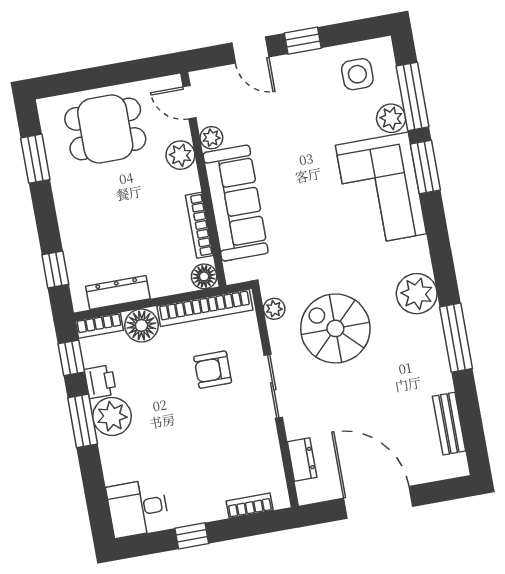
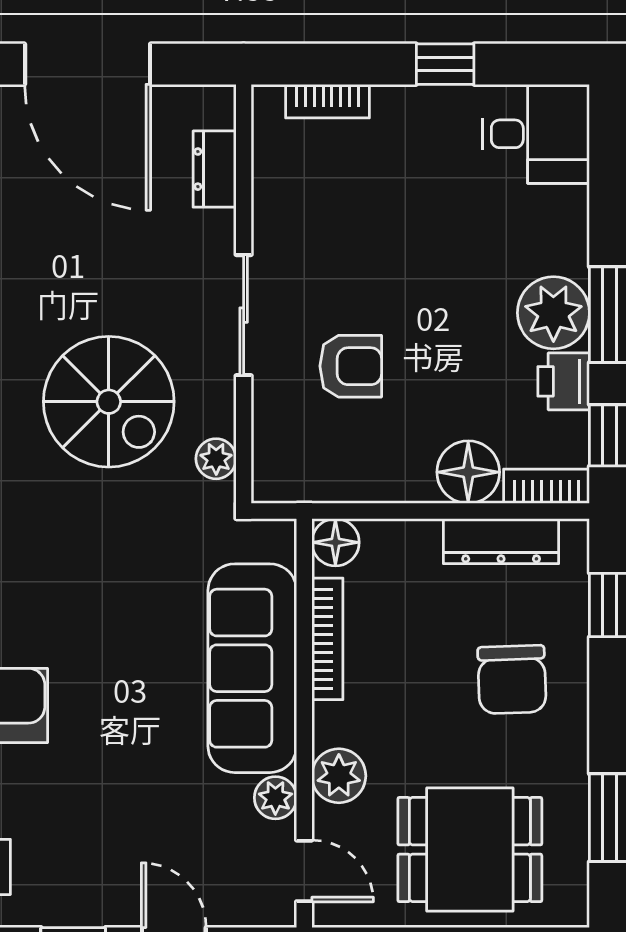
chair: (99, 221) -> (512, 680), added
bookcase: (205, 308) -> (344, 483), removed

